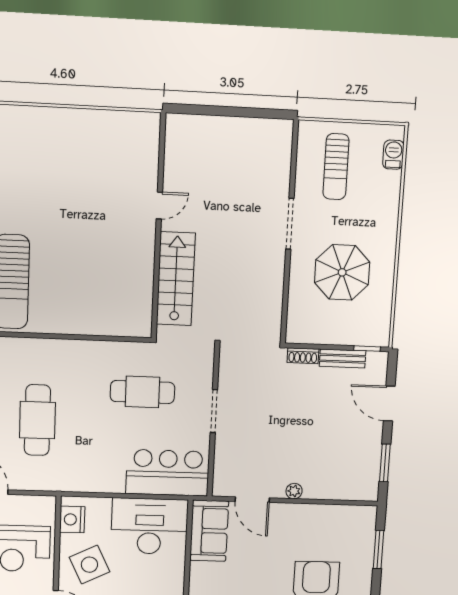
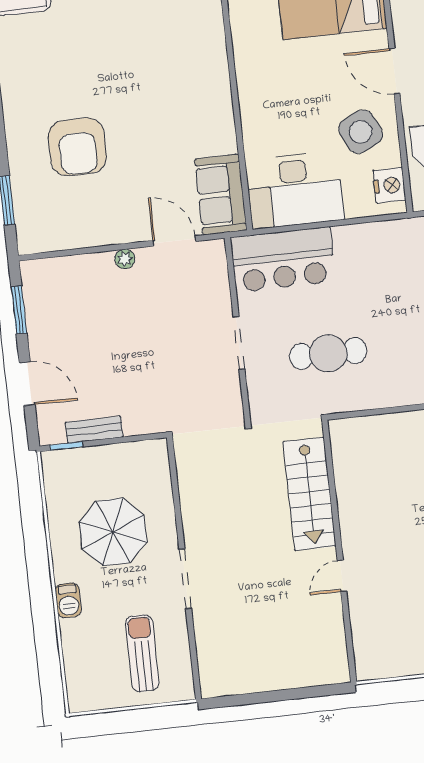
barbecue: (393, 155) -> (68, 600), moved
shoe rack: (303, 356) -> (143, 426), removed

